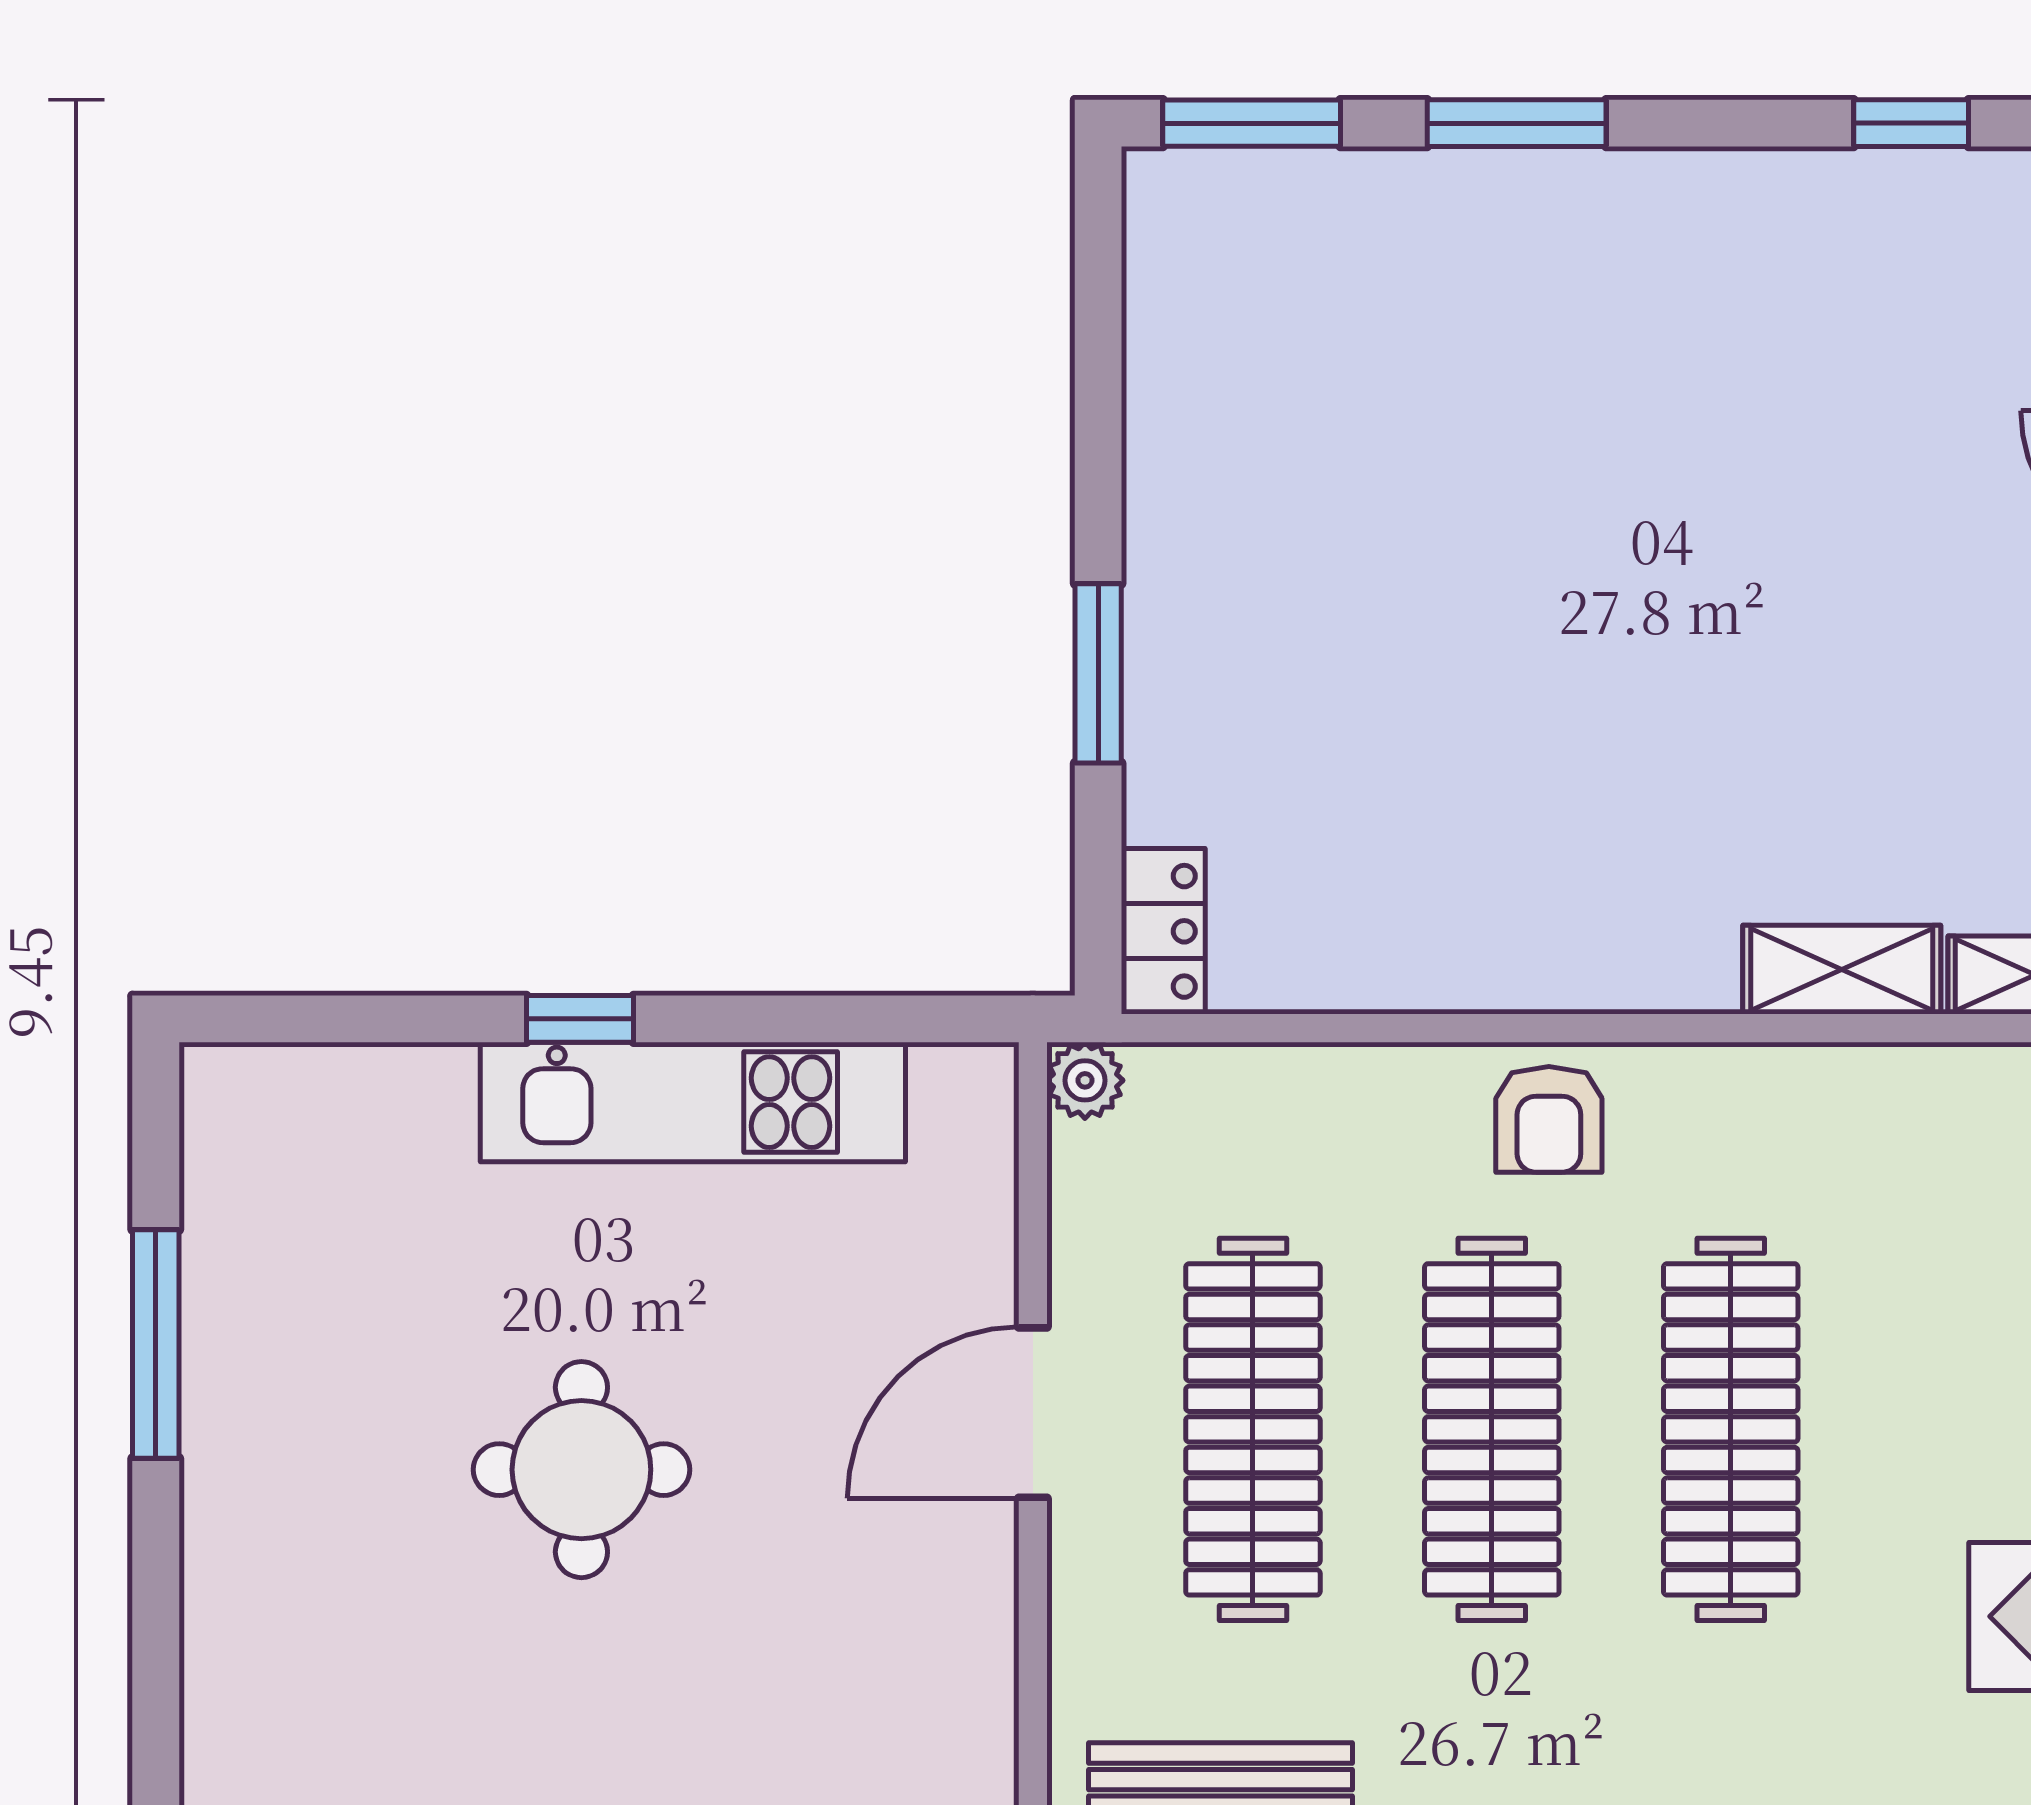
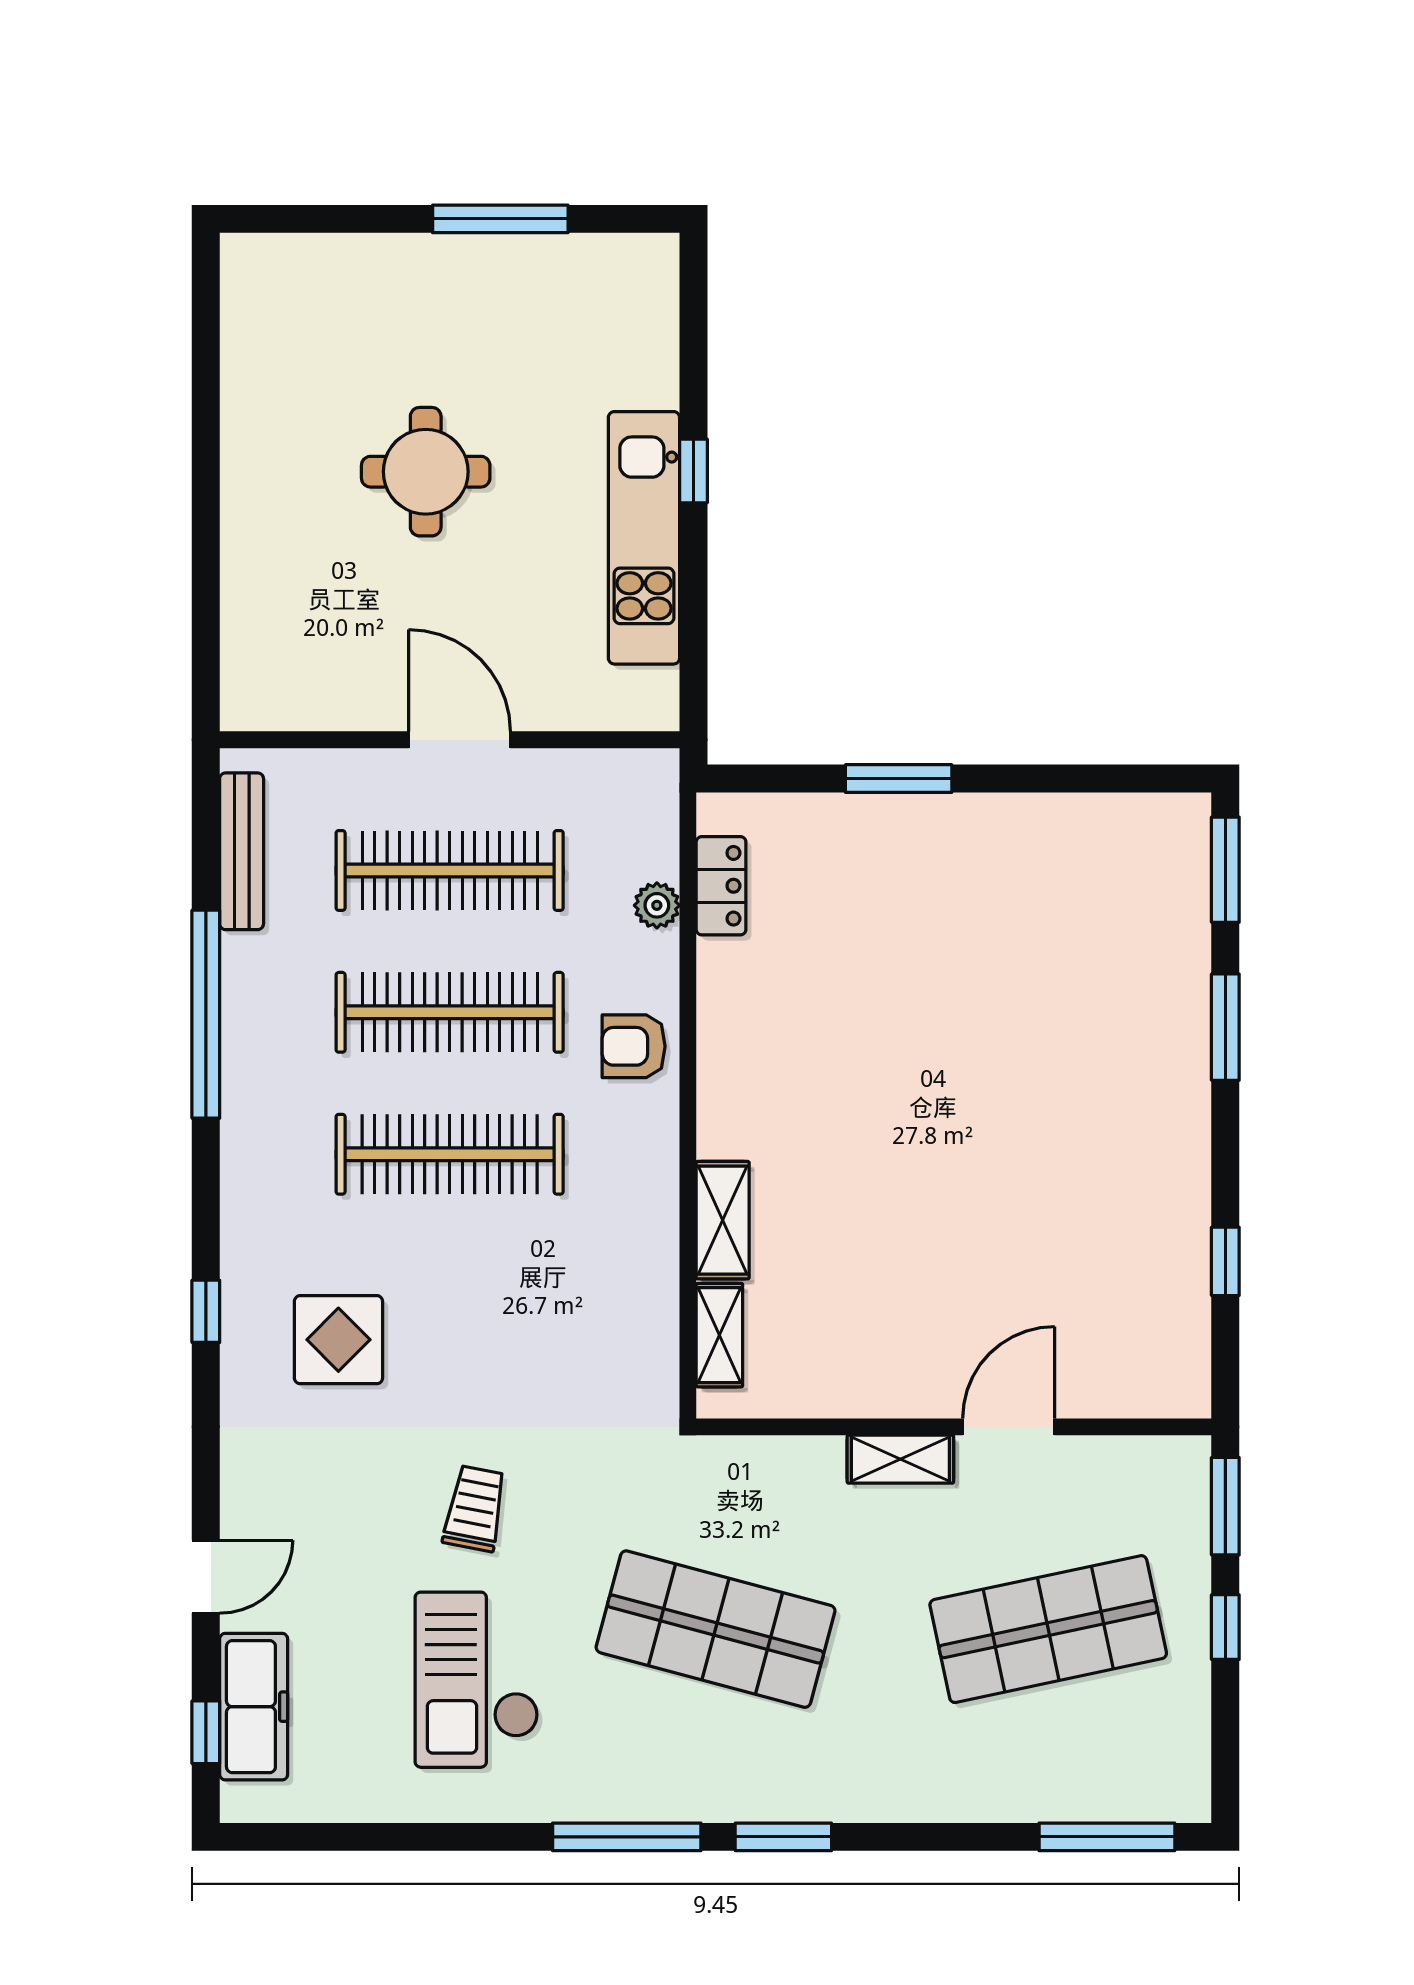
locker: (1163, 931) -> (721, 886), moved, turned -90
plant: (1085, 1080) -> (657, 905), moved

